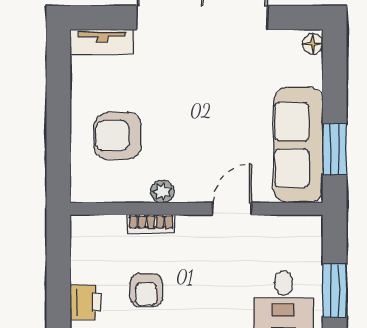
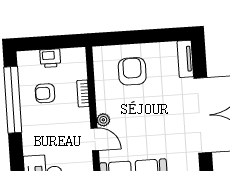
plant: (162, 191) -> (103, 120), moved
printer: (86, 302) -> (50, 58), moved

